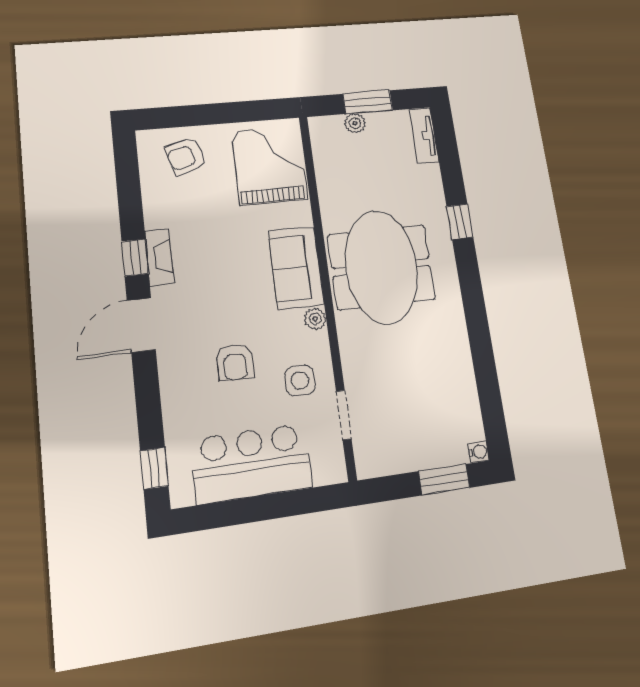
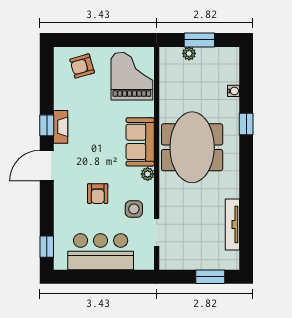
tv unit: (424, 136) -> (232, 224), moved, width x1.41
water cooler: (479, 452) -> (234, 91), moved

